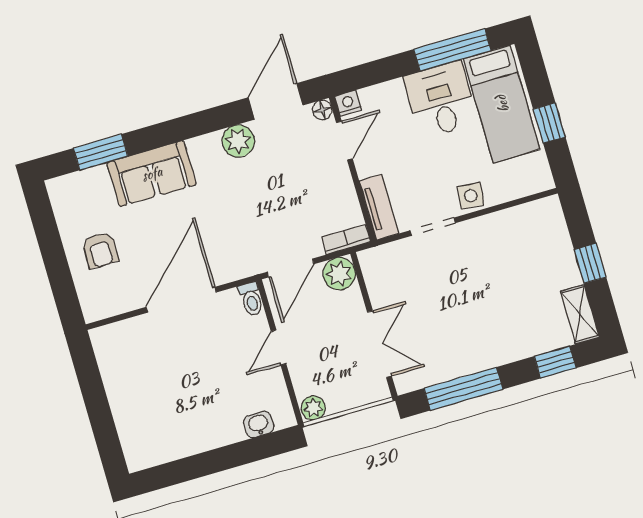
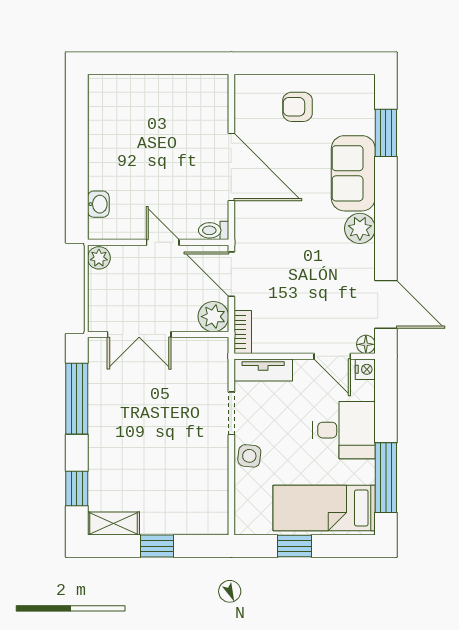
desk: (441, 100) -> (344, 430), moved
plant: (238, 141) -> (360, 228), moved

